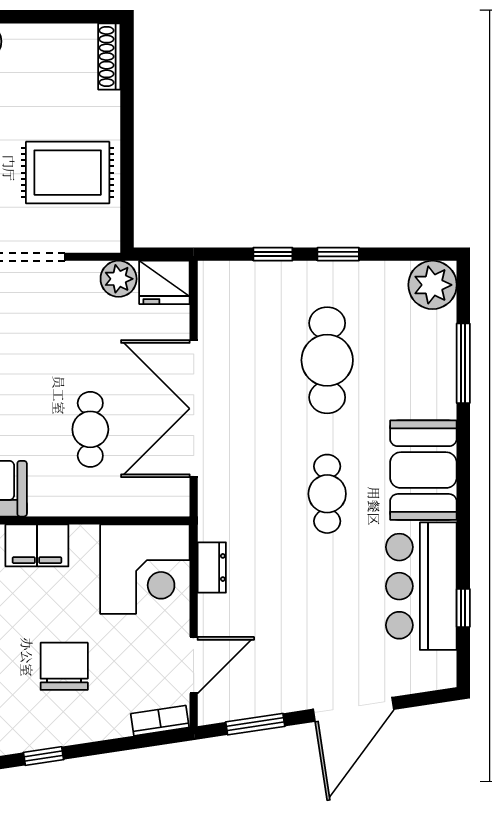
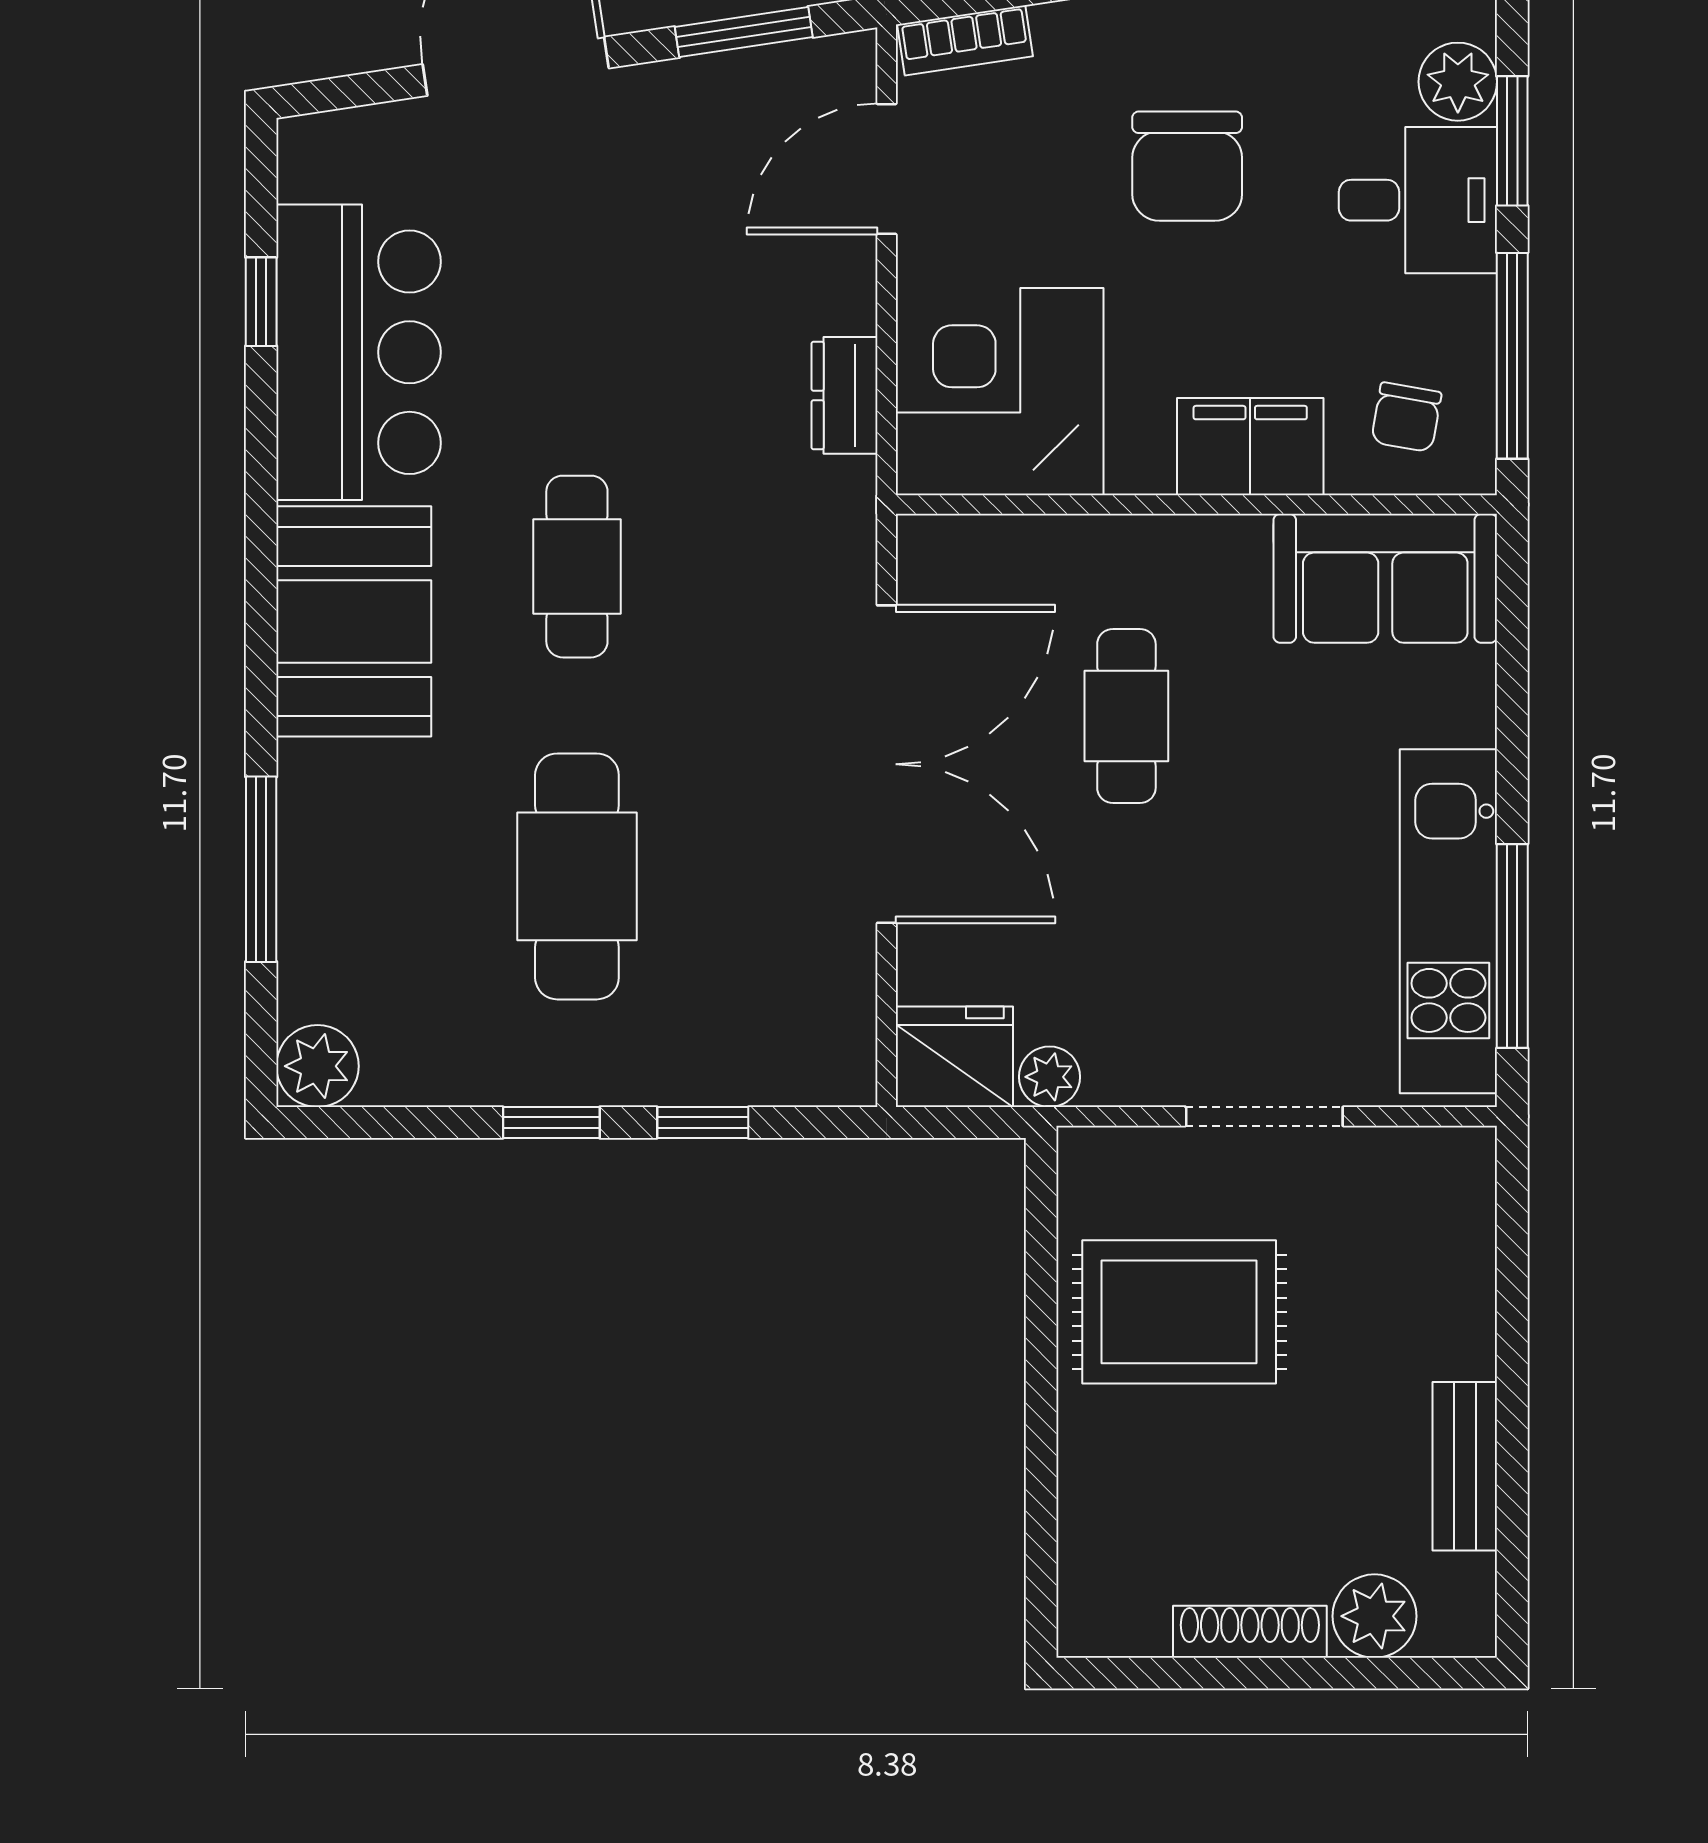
shoe rack: (109, 56) -> (1250, 1632), moved, turned -90
plant: (119, 279) -> (1050, 1077), width x0.73, depth x0.73
plant: (433, 285) -> (318, 1066), width x0.73, depth x0.73

